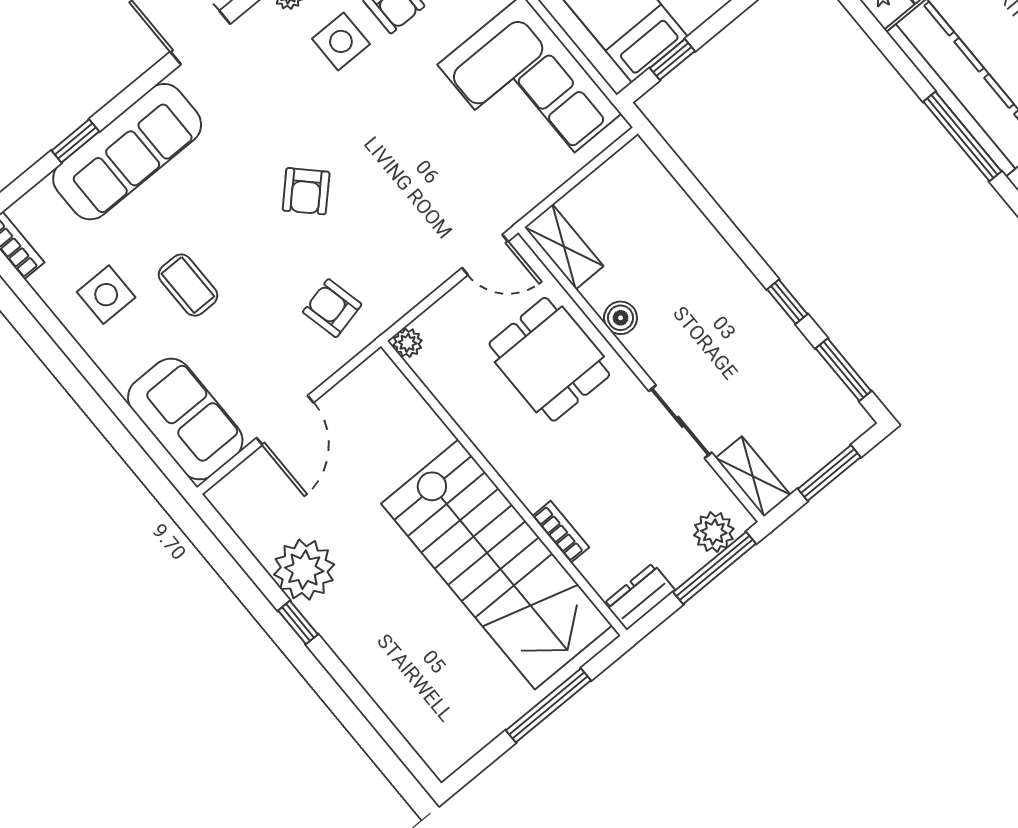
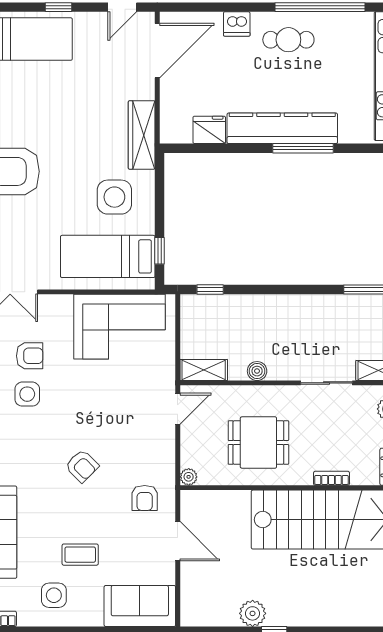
window: (787, 302) -> (210, 290), moved
armchair: (332, 308) -> (145, 498), turned -77
dining table: (549, 359) -> (258, 443), moved
door: (285, 420) -> (178, 541), moved
plant: (304, 570) -> (253, 613), width x0.73, depth x0.73

